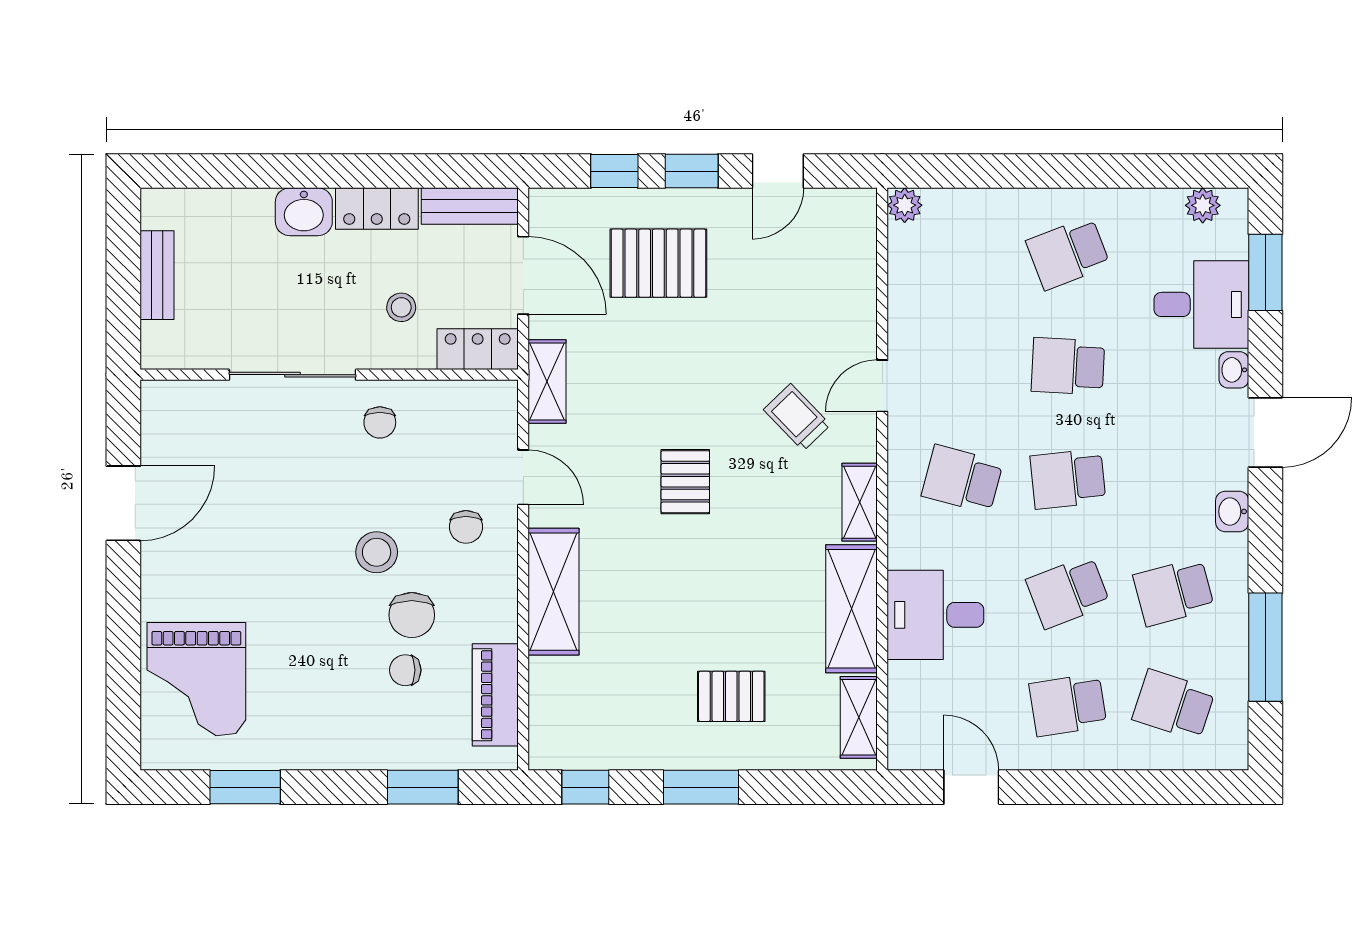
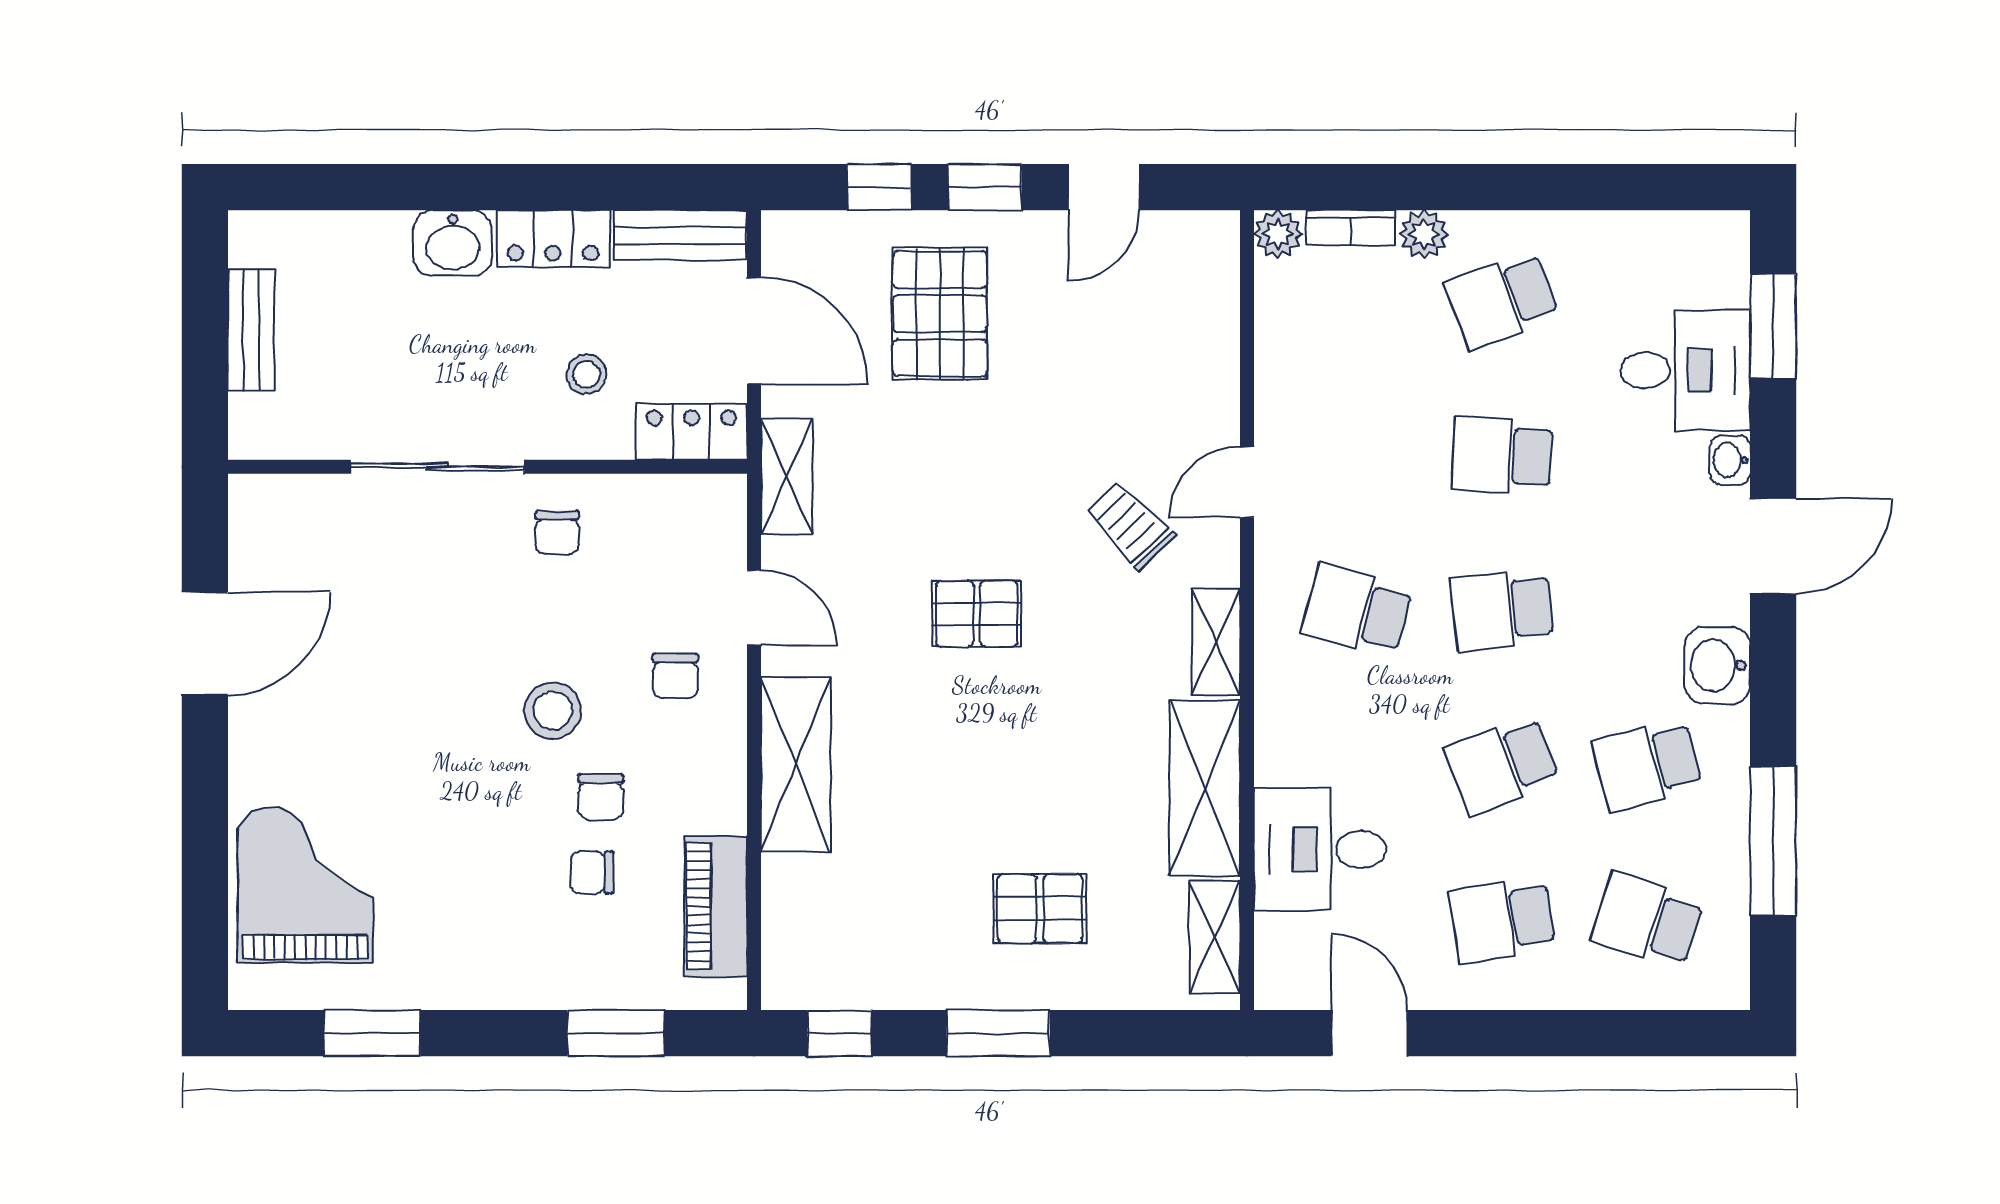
bookcase: (958, 201) -> (1351, 228), added
plant: (1203, 205) -> (1424, 234), moved
pallet: (658, 263) -> (940, 314), turned 90
pallet: (685, 482) -> (977, 614), turned 90
washbasin: (1232, 511) -> (1717, 665), width x1.38, depth x1.45
chair: (412, 615) -> (601, 797), width x0.73, depth x0.73
desk: (935, 615) -> (1320, 849), moved
grand piano: (196, 679) -> (305, 885), turned 180

